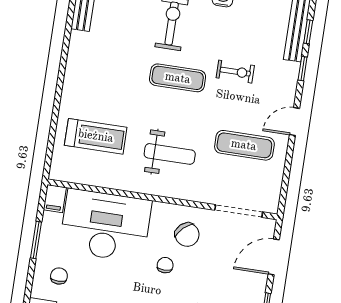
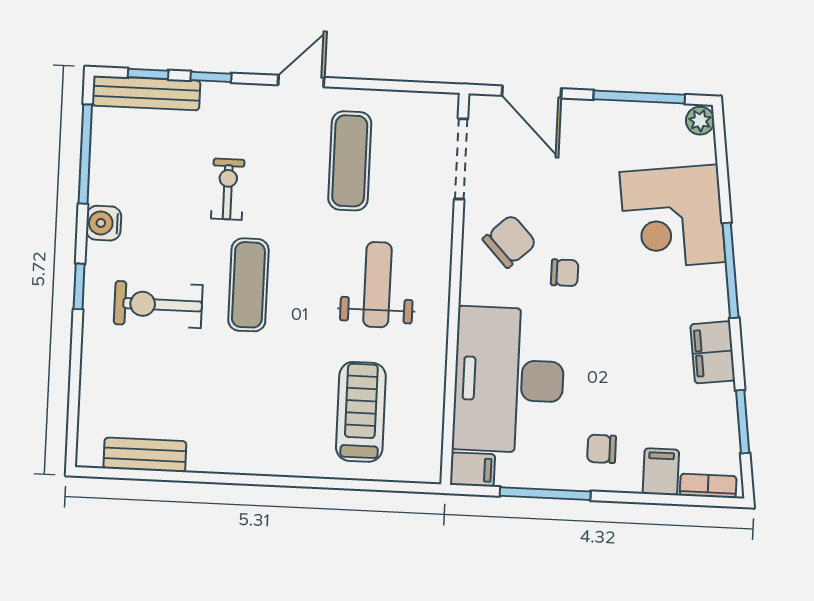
door: (294, 122) -> (301, 81), swing flipped
window: (36, 240) -> (545, 494), width x1.44
chair: (165, 265) -> (565, 273), turned 180

